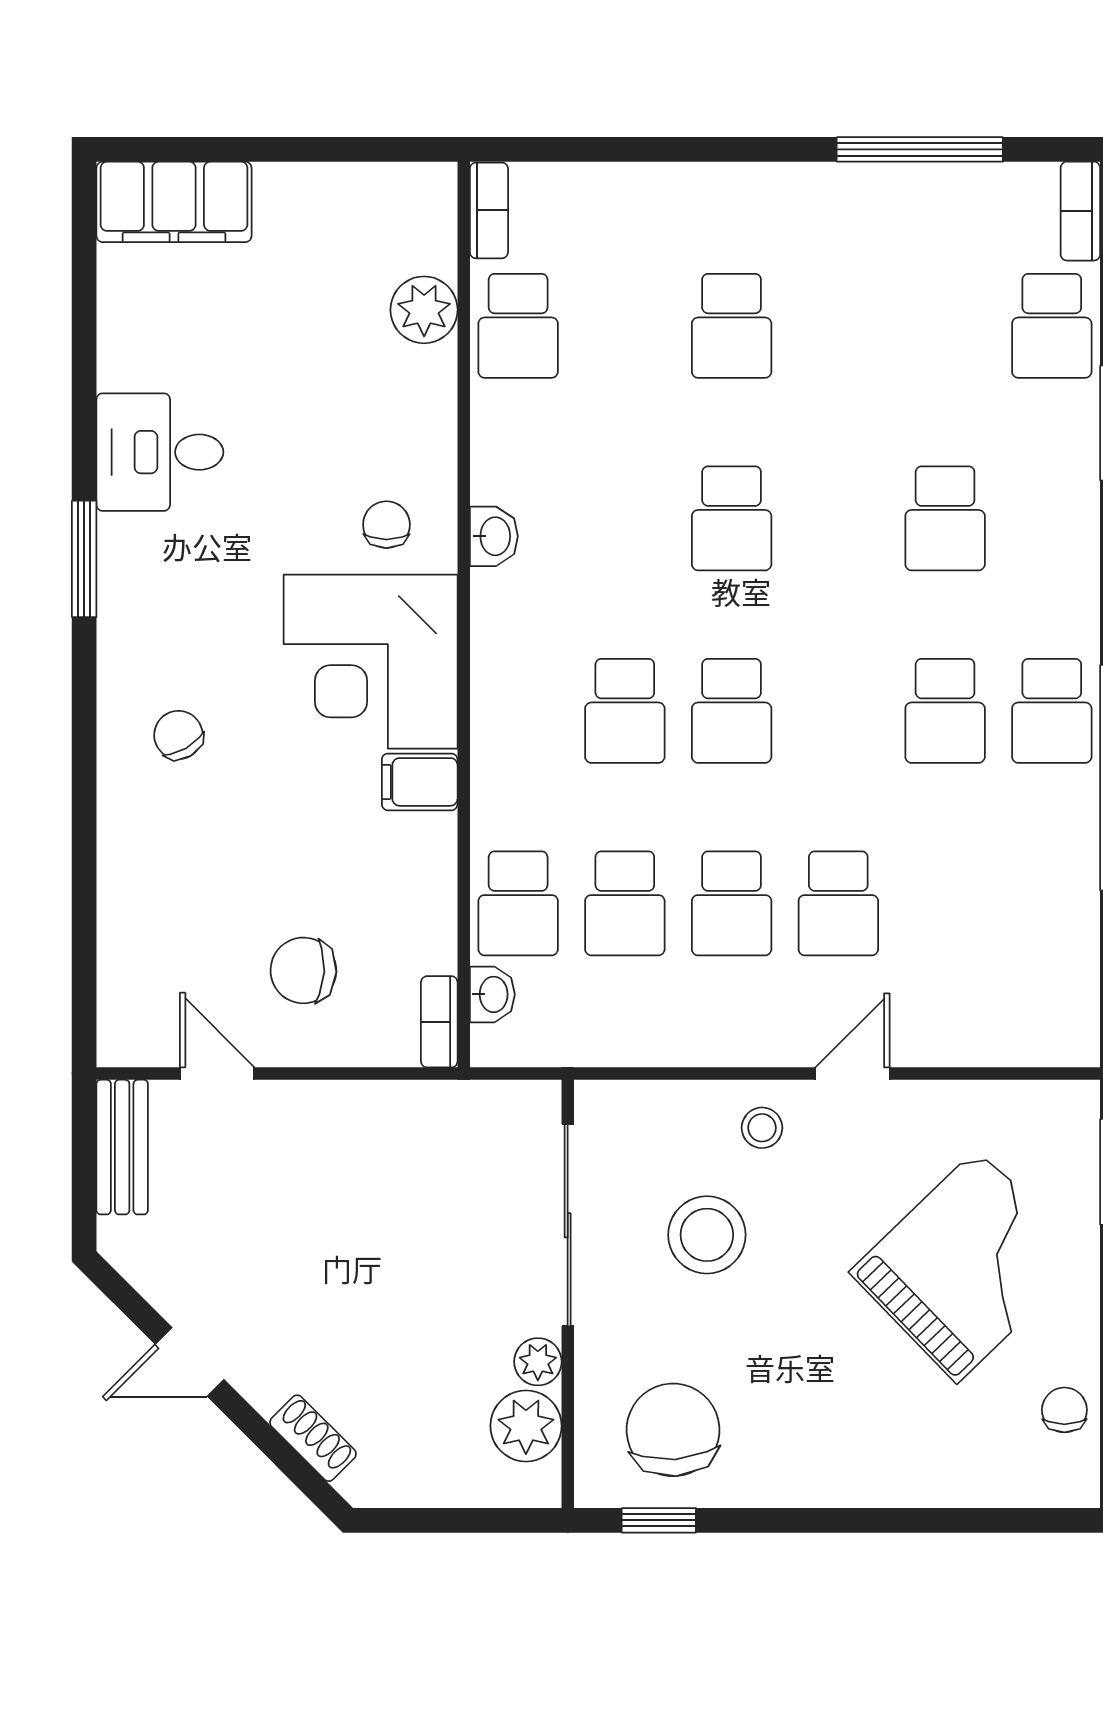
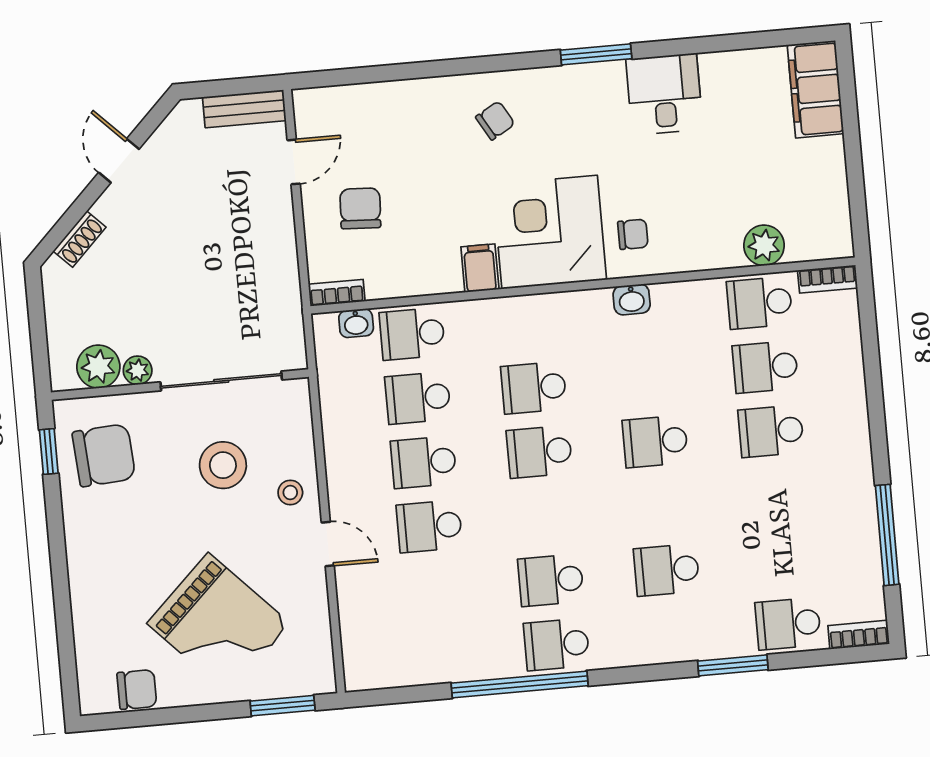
school desk: (625, 326) -> (765, 367), added
chair: (1064, 1410) -> (137, 690), width x1.37, depth x1.37

